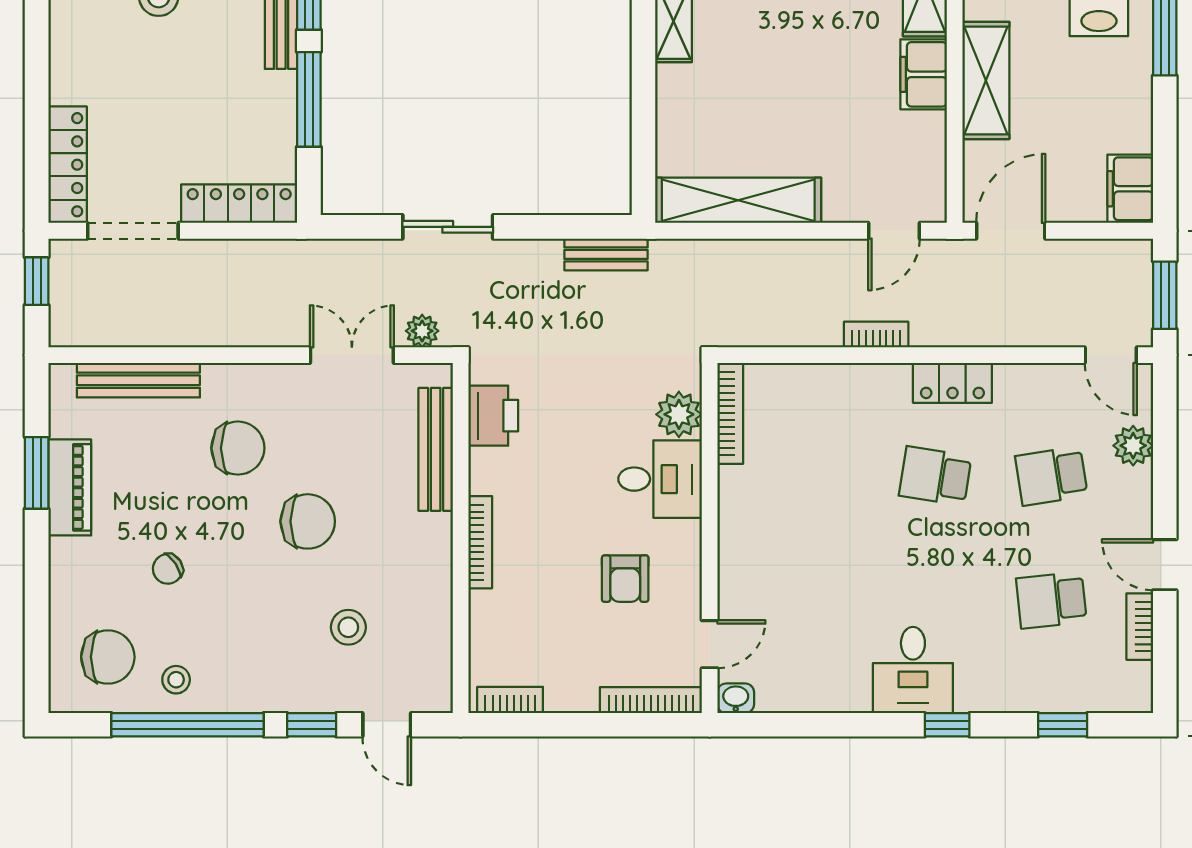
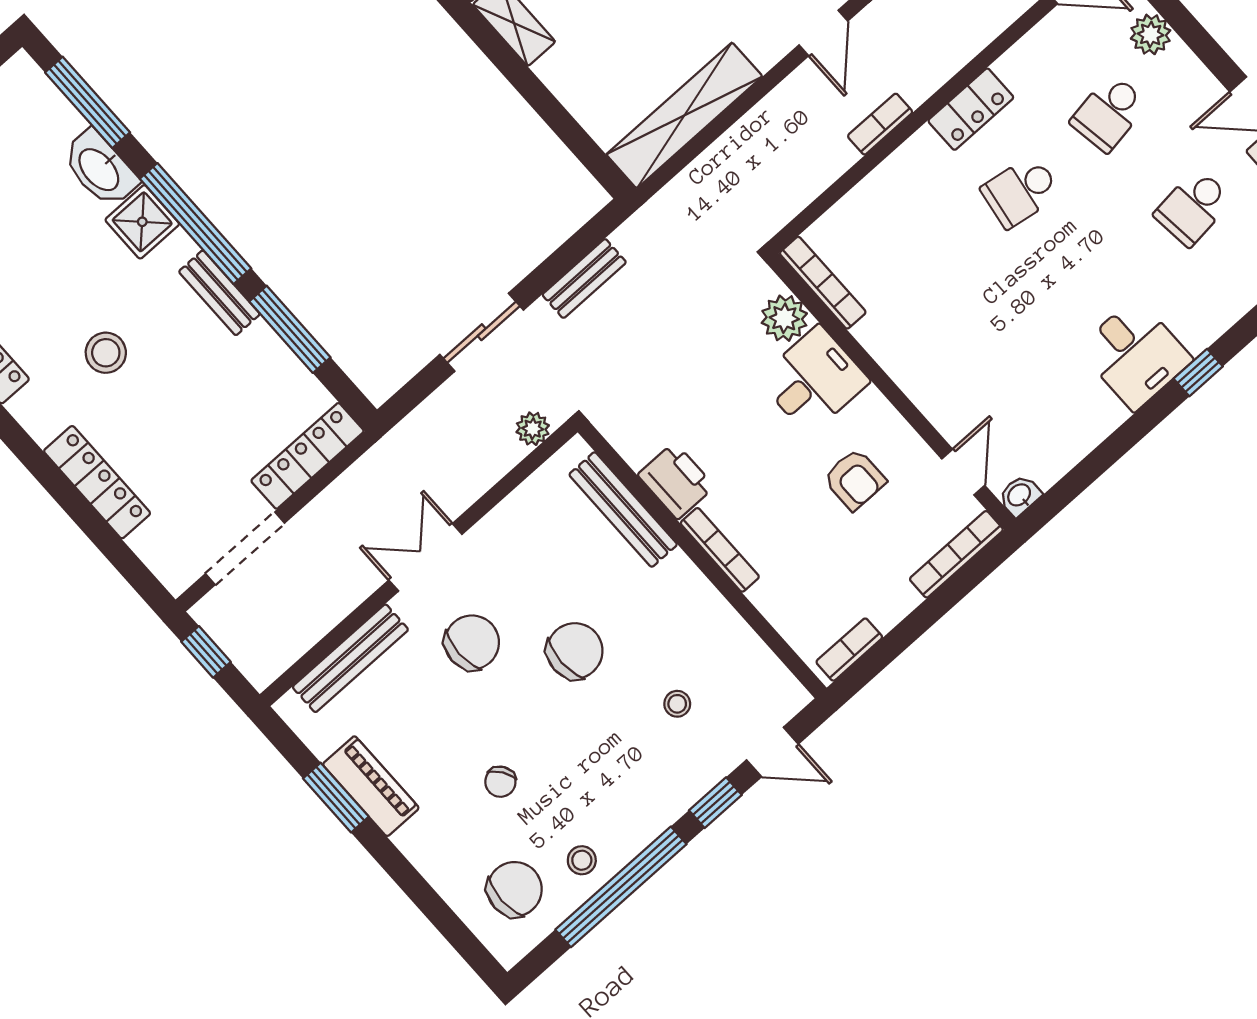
locker: (68, 165) -> (97, 482), moved
bench: (606, 254) -> (584, 278), moved
double door: (352, 355) -> (425, 557), moved
printer: (493, 416) -> (676, 481), moved
stool: (348, 627) -> (677, 704), width x0.73, depth x0.73

